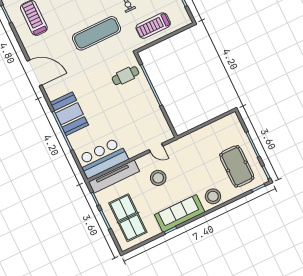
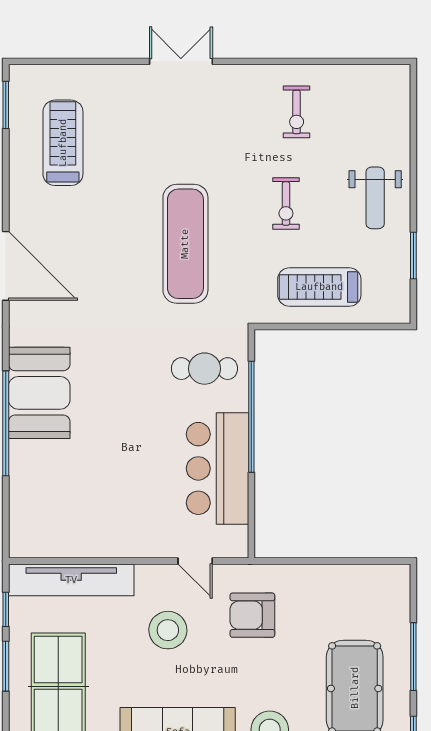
exercise mat: (97, 33) -> (185, 244), turned 90
bar counter: (103, 158) -> (218, 468), moved, turned -90
armchair: (186, 158) -> (252, 615), added

